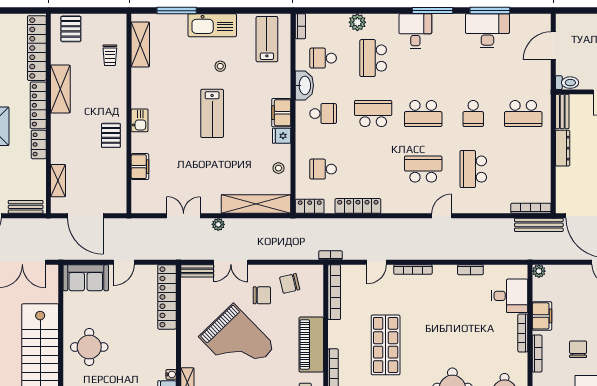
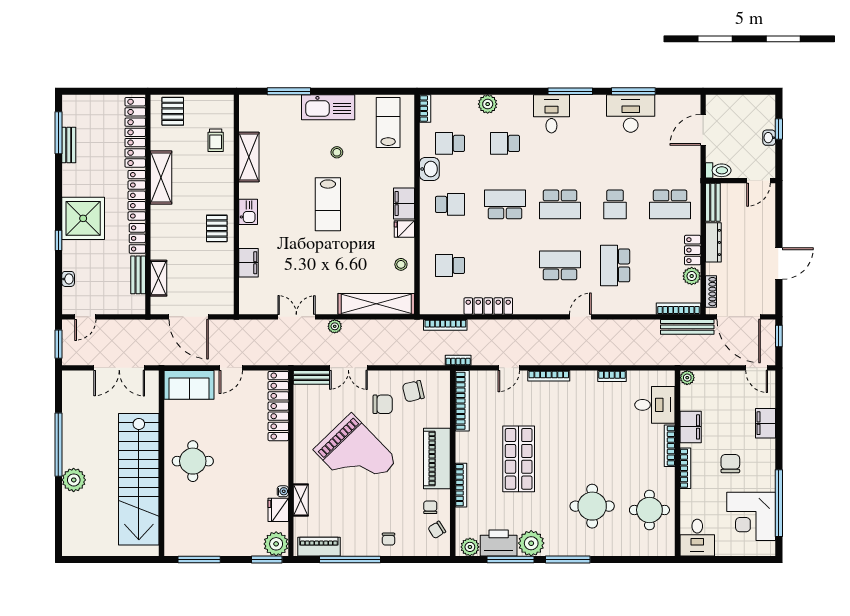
shelving: (140, 44) -> (249, 157), moved
school desk: (373, 58) -> (505, 143), width x0.54
washbasin: (304, 85) -> (429, 169), width x0.72
plant: (543, 179) -> (692, 276), added
shoe rack: (561, 193) -> (711, 292), added
locker: (310, 206) -> (693, 250), moved, turned -90
bench: (26, 207) -> (138, 275), moved, turned 90
bookcase: (319, 223) -> (445, 325), added

